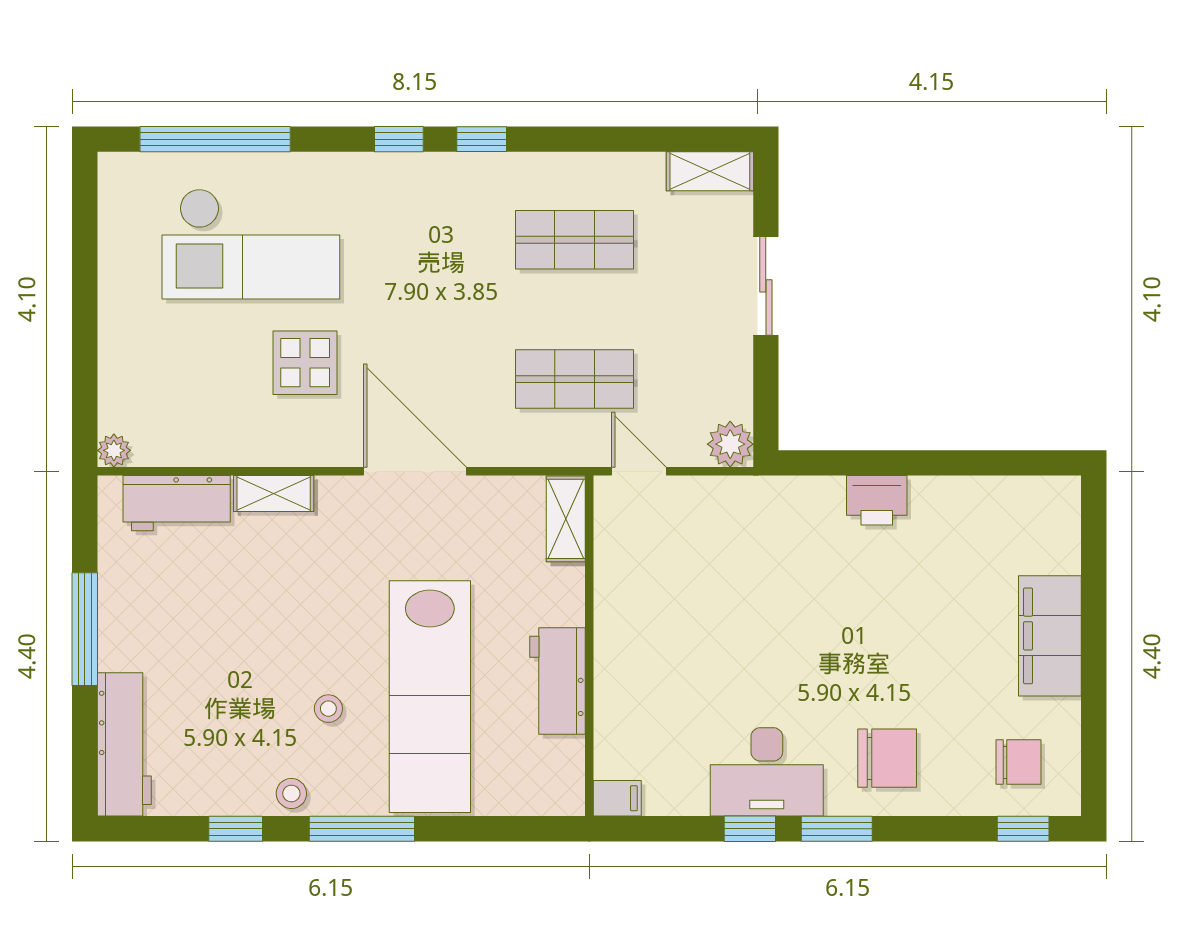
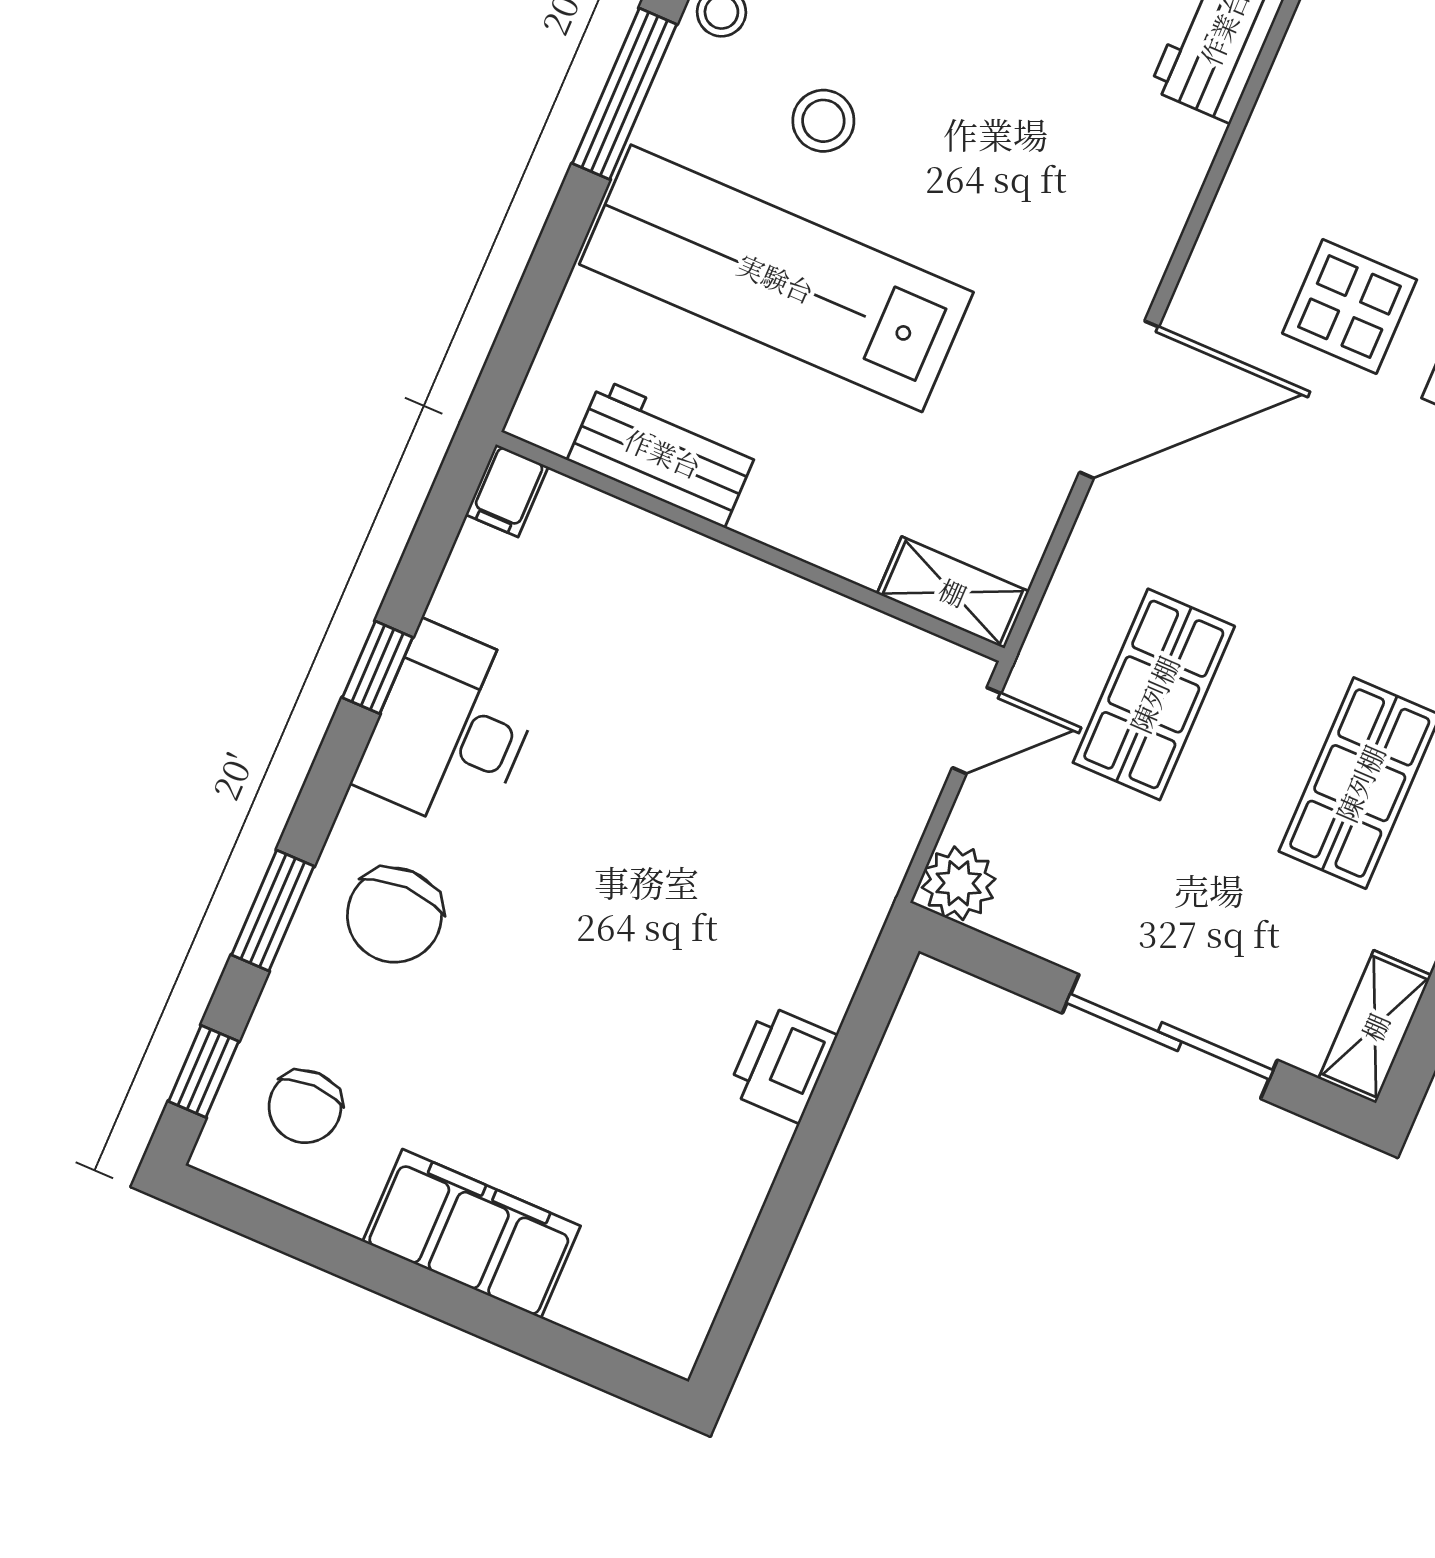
sliding door: (766, 286) -> (1170, 1037), width x1.37
shelving: (274, 494) -> (1176, 177), removed
workbench: (558, 681) -> (663, 453), moved
stool: (328, 709) -> (823, 121), width x1.37, depth x1.37
window: (837, 829) -> (273, 911), moved

